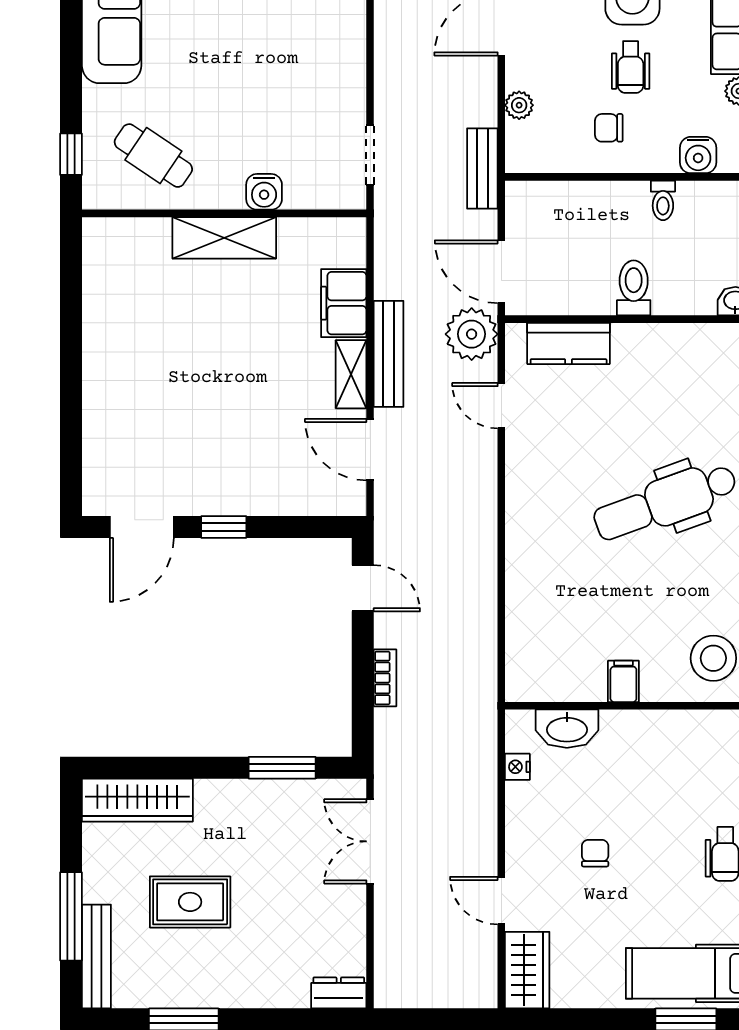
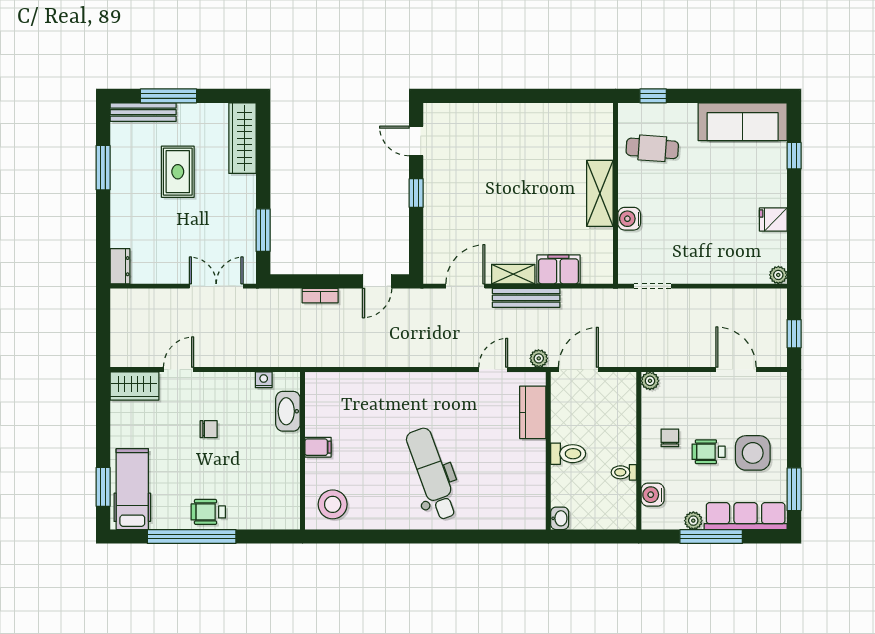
plant: (519, 105) -> (650, 381), moved
cafe table: (153, 156) -> (652, 148), turned 60
bench: (482, 168) -> (644, 357), removed
plant: (472, 334) -> (539, 358), width x0.53, depth x0.53
door: (142, 527) -> (416, 141), width x0.73

